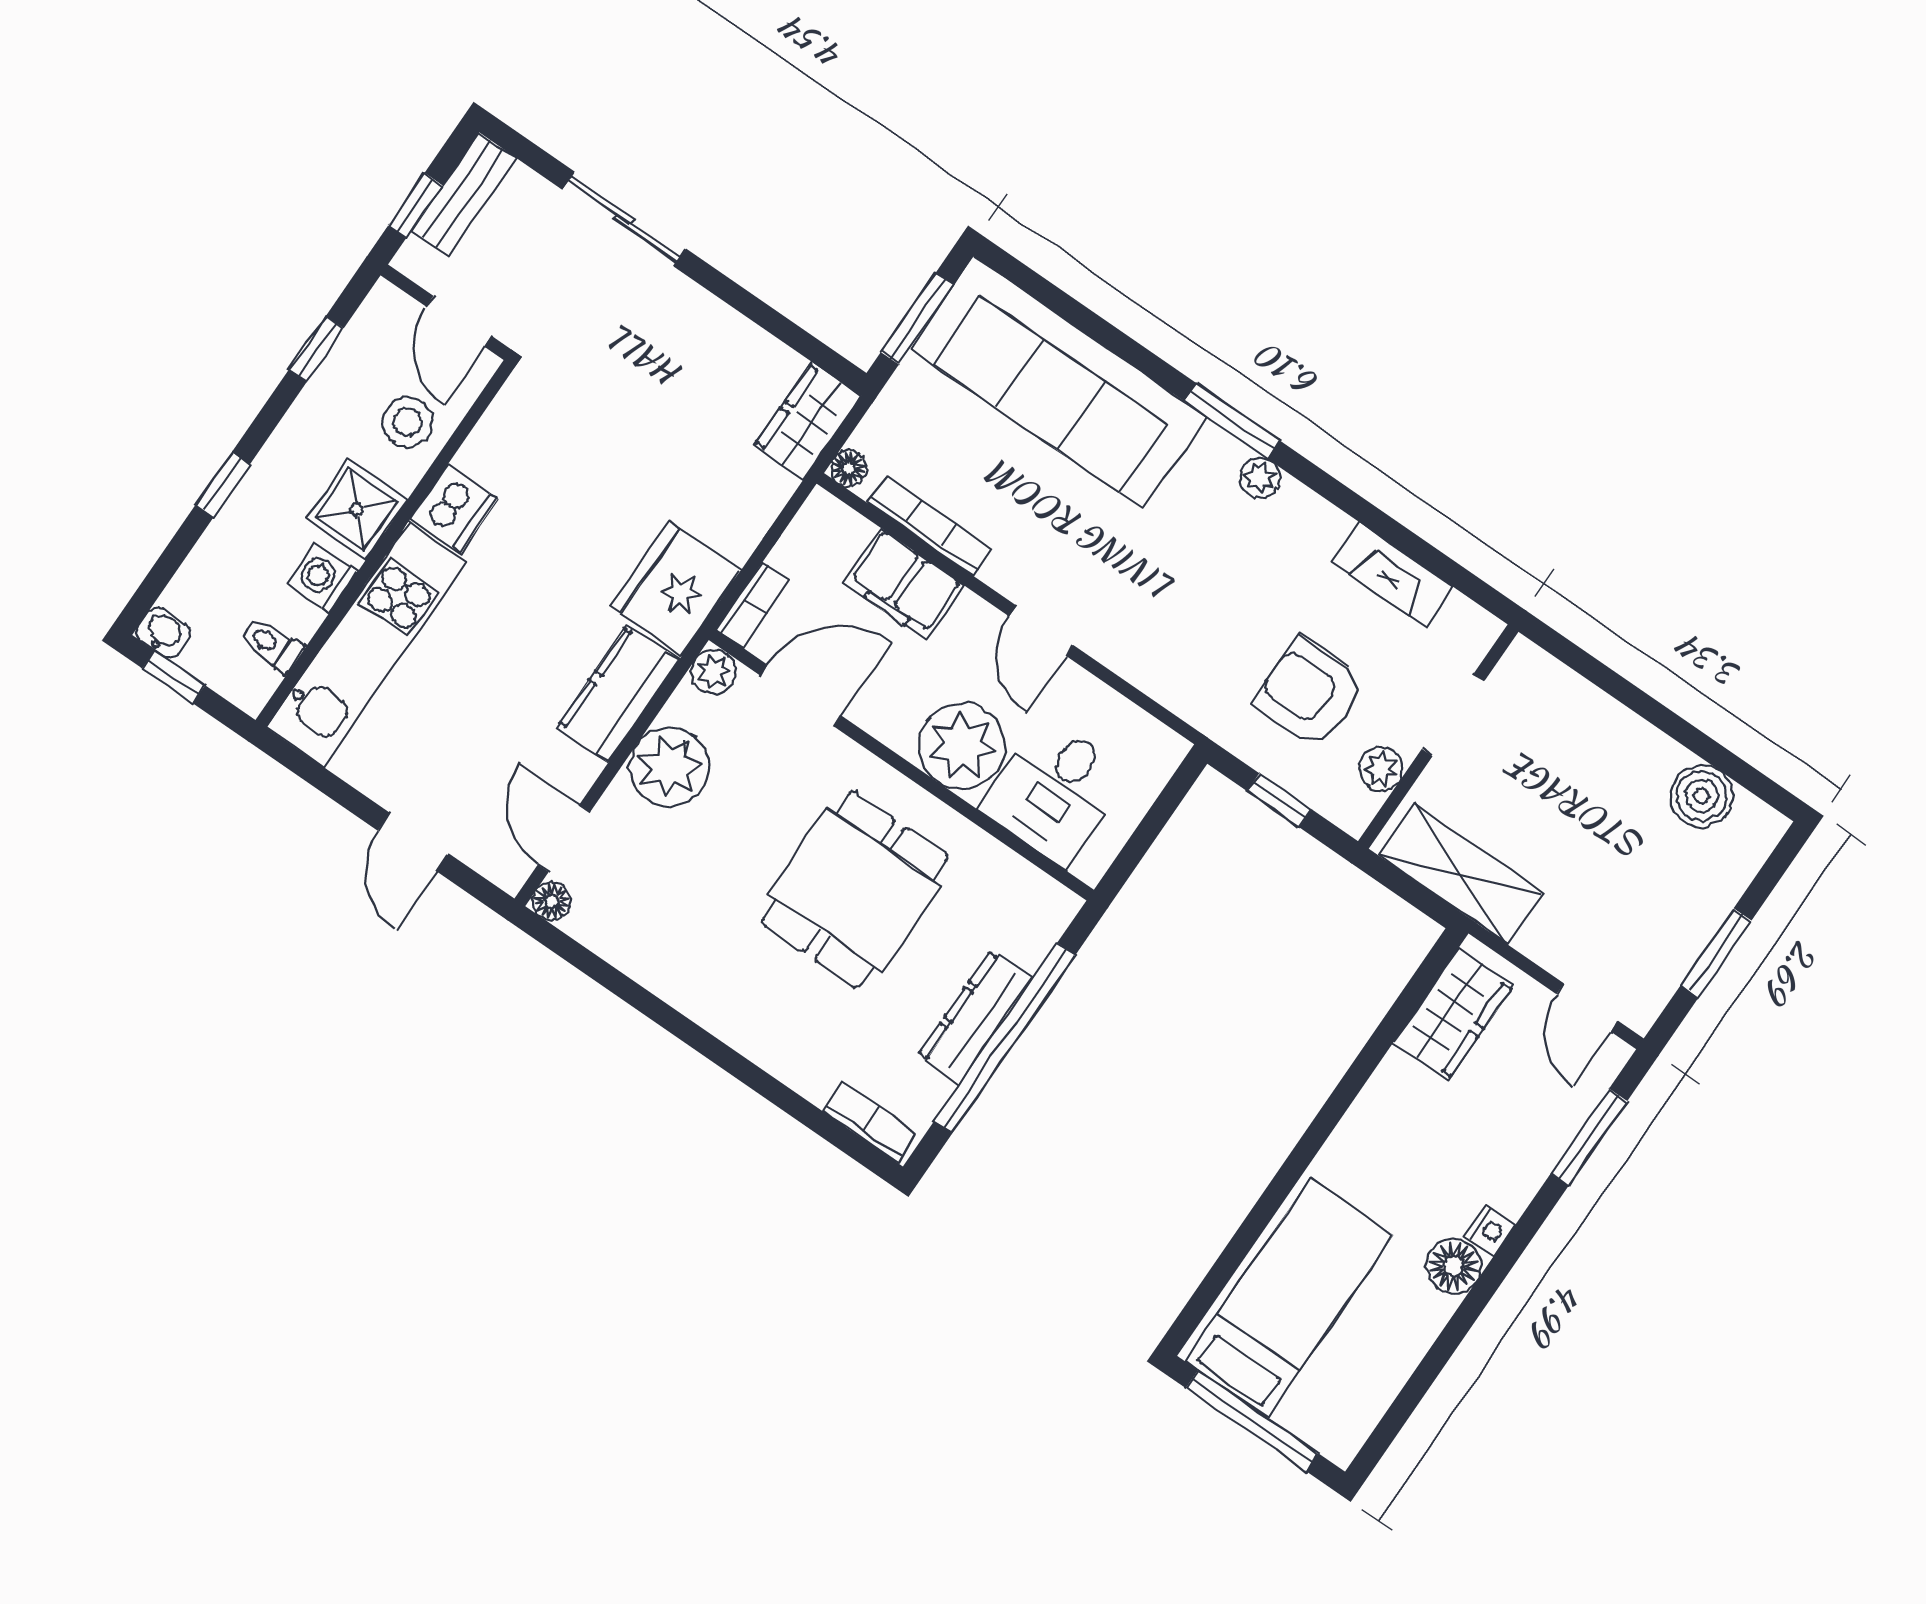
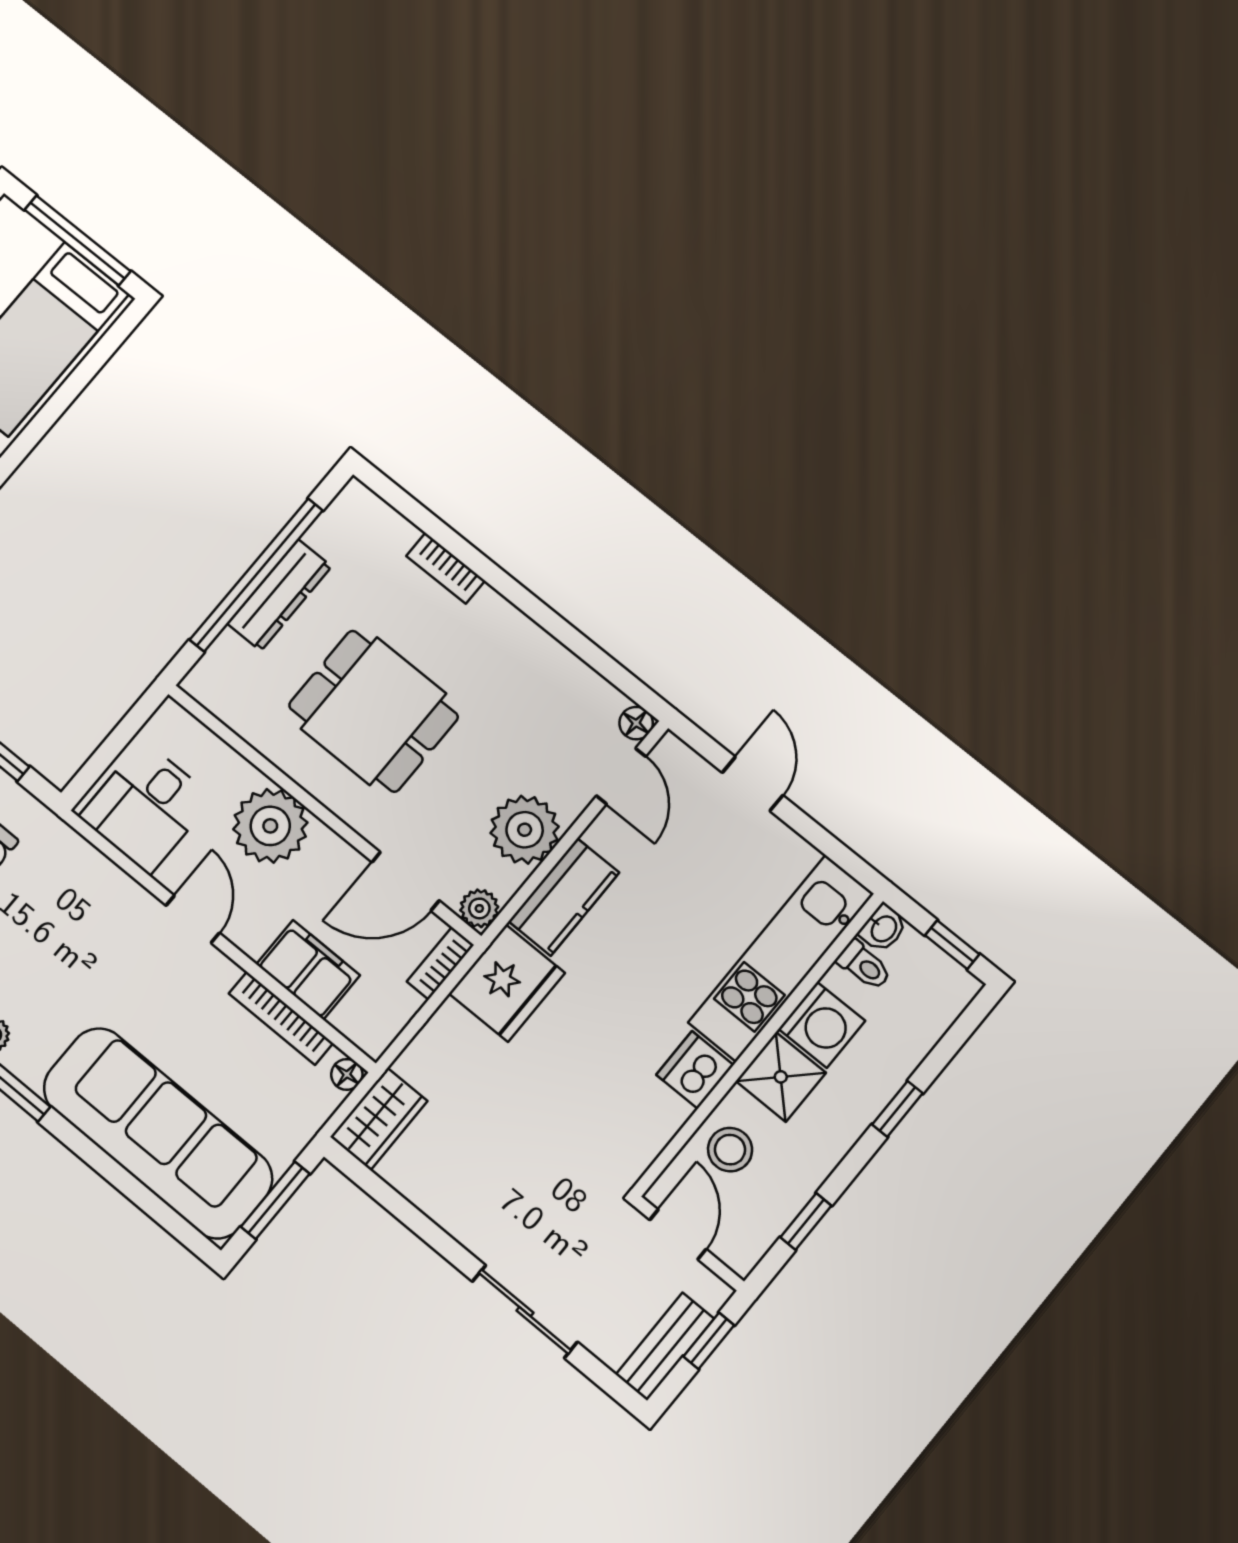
washing machine: (322, 578) -> (822, 1025), width x1.38, depth x1.38
washbasin: (163, 633) -> (883, 928), moved, turned -90
desk: (1055, 791) -> (146, 807), moved, turned 180
dining table: (855, 890) -> (373, 711), turned 90
bookcase: (869, 1122) -> (446, 568), moved

